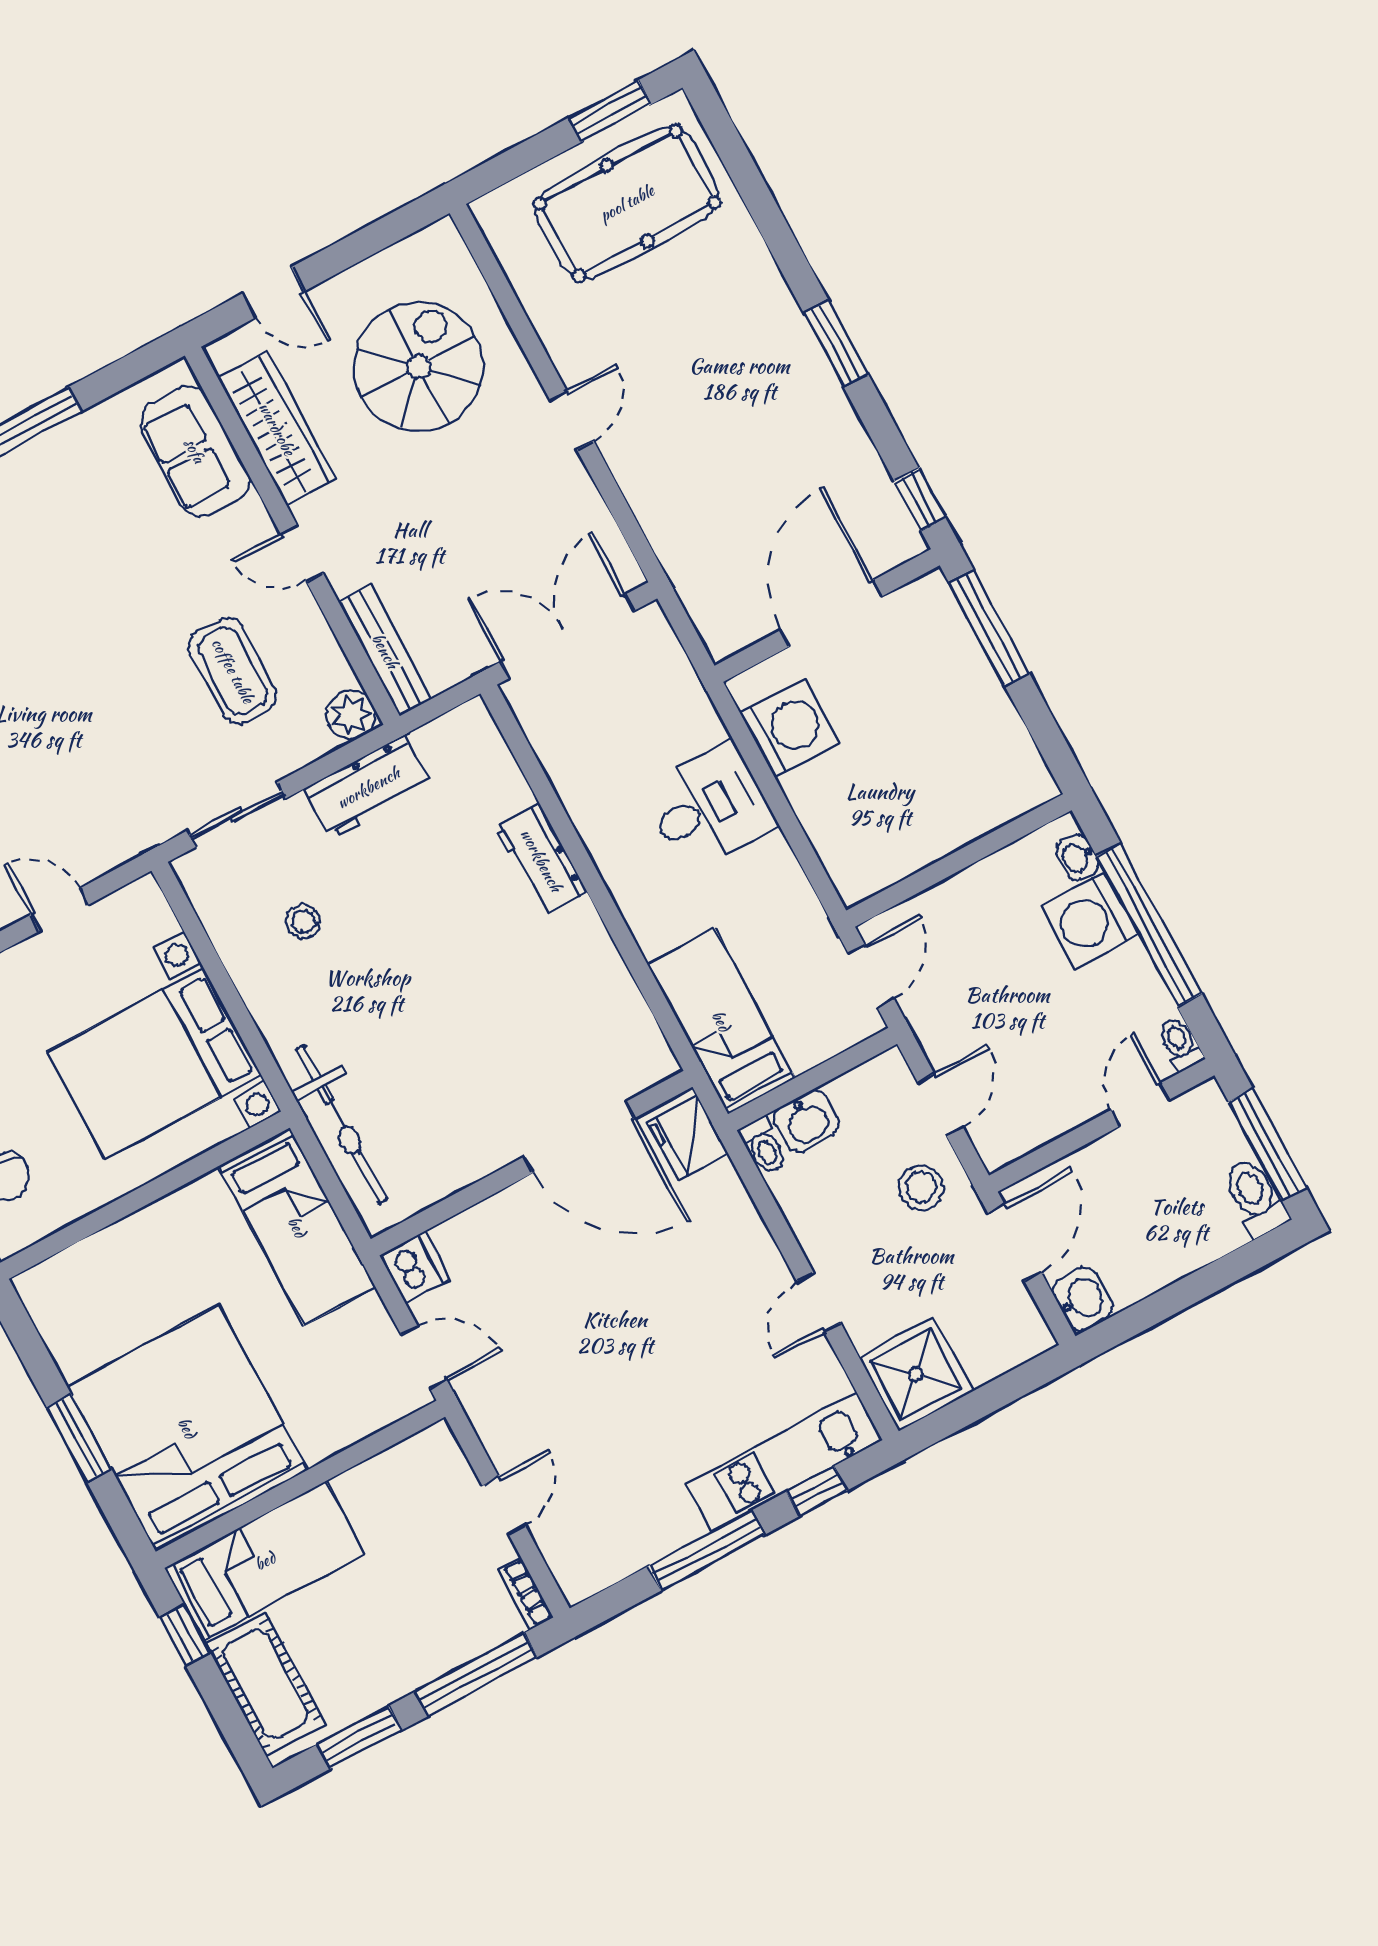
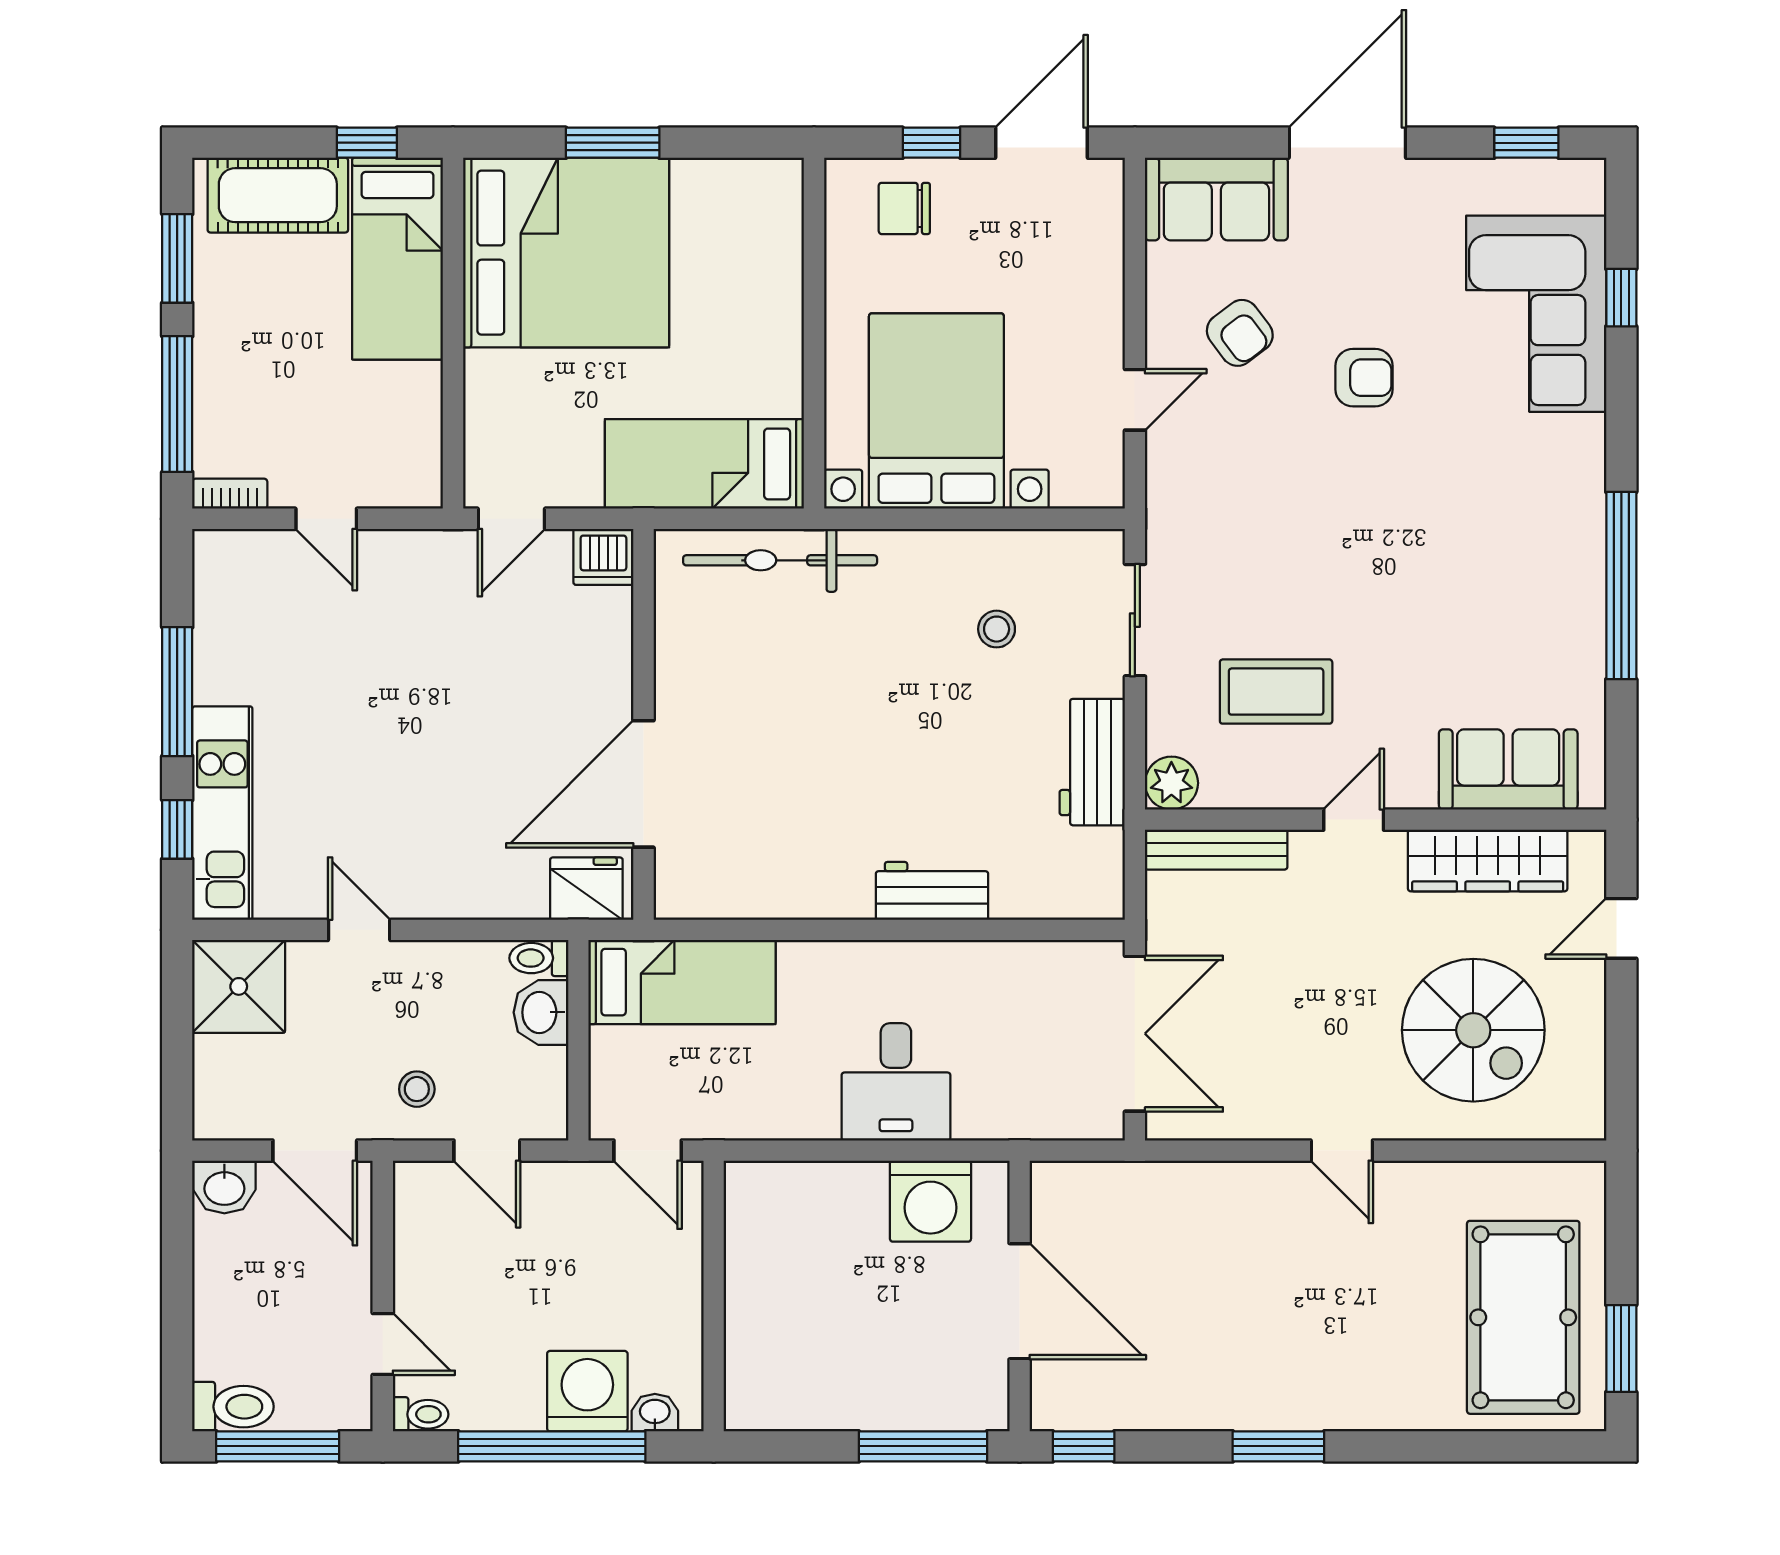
stool: (921, 1187) -> (417, 1089), width x0.73, depth x0.73

